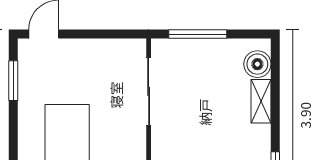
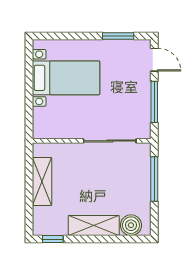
window: (98, 34) -> (154, 102), added
shelving: (261, 101) -> (94, 225), width x1.50, depth x1.33

